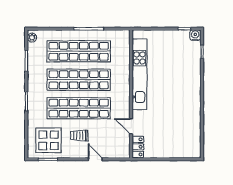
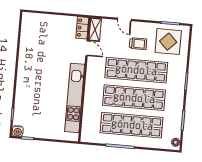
shelving: (125, 146) -> (95, 30), added

